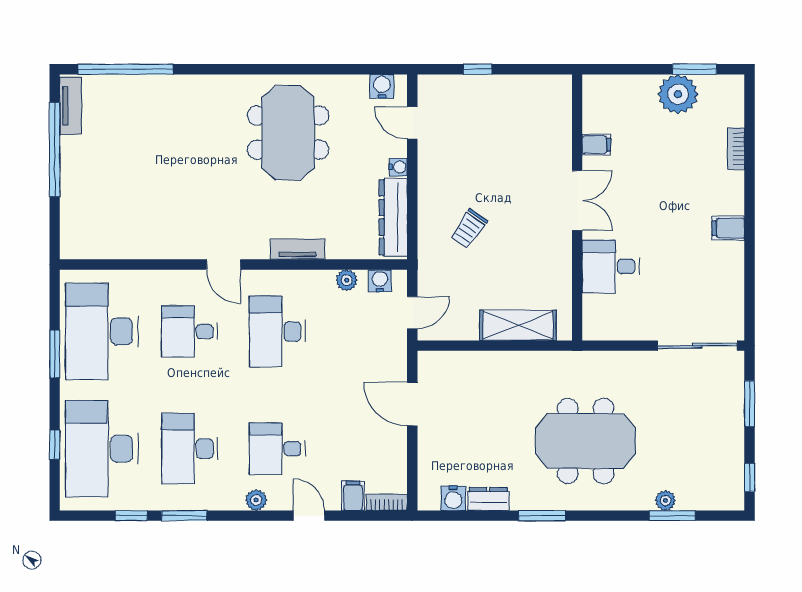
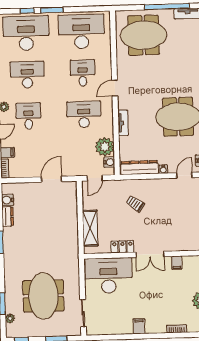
meeting table: (113, 200) -> (144, 35), added
locker: (559, 258) -> (122, 247), added
desk: (611, 266) -> (108, 276), width x1.87, depth x1.30
plant: (347, 280) -> (105, 147), width x1.87, depth x1.87
door: (412, 313) -> (95, 178), hinge flipped
sliding door: (697, 346) -> (83, 313), width x0.73
window: (55, 354) -> (52, 10), moved
meeting table: (586, 441) -> (43, 296), moved
plant: (666, 500) -> (10, 318), moved

